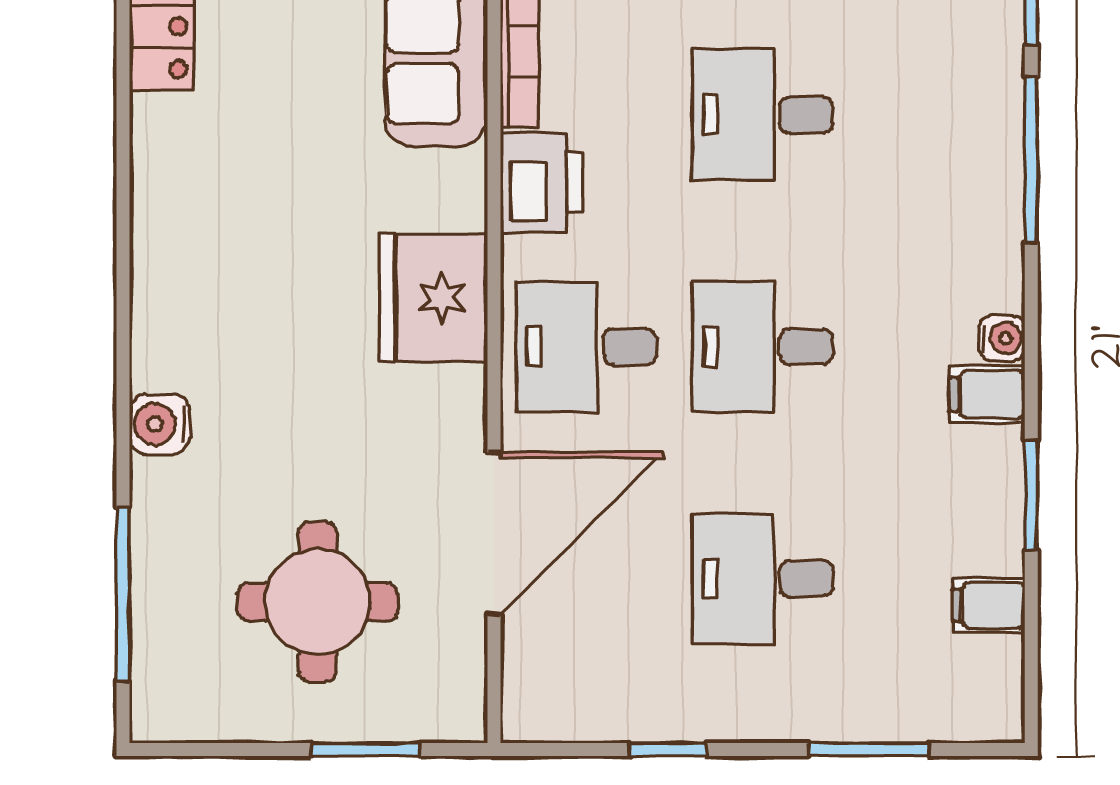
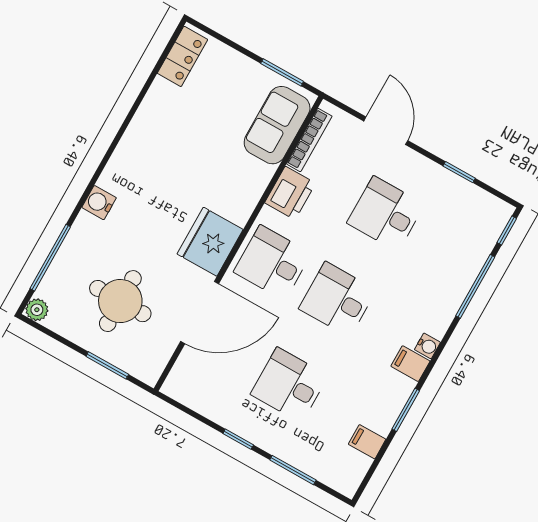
fridge: (433, 298) -> (210, 242), moved
plant: (156, 717) -> (37, 310), added
window: (668, 750) -> (238, 439), moved

